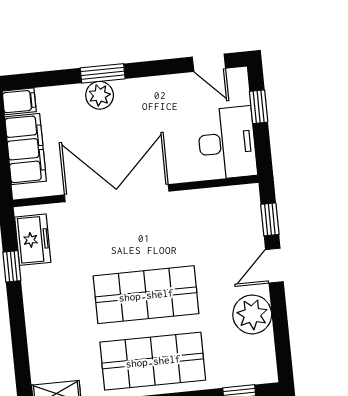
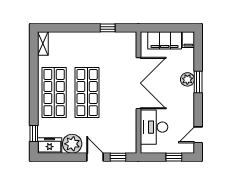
desk: (227, 143) -> (154, 127), moved, turned 90
freezer: (33, 240) -> (50, 146), moved, turned 180

